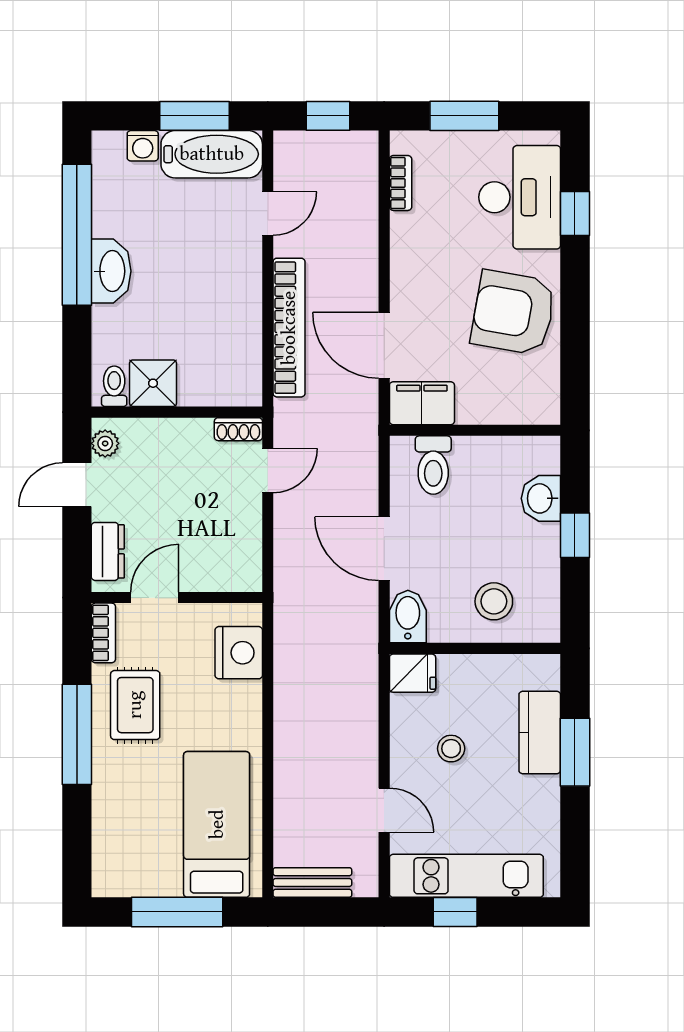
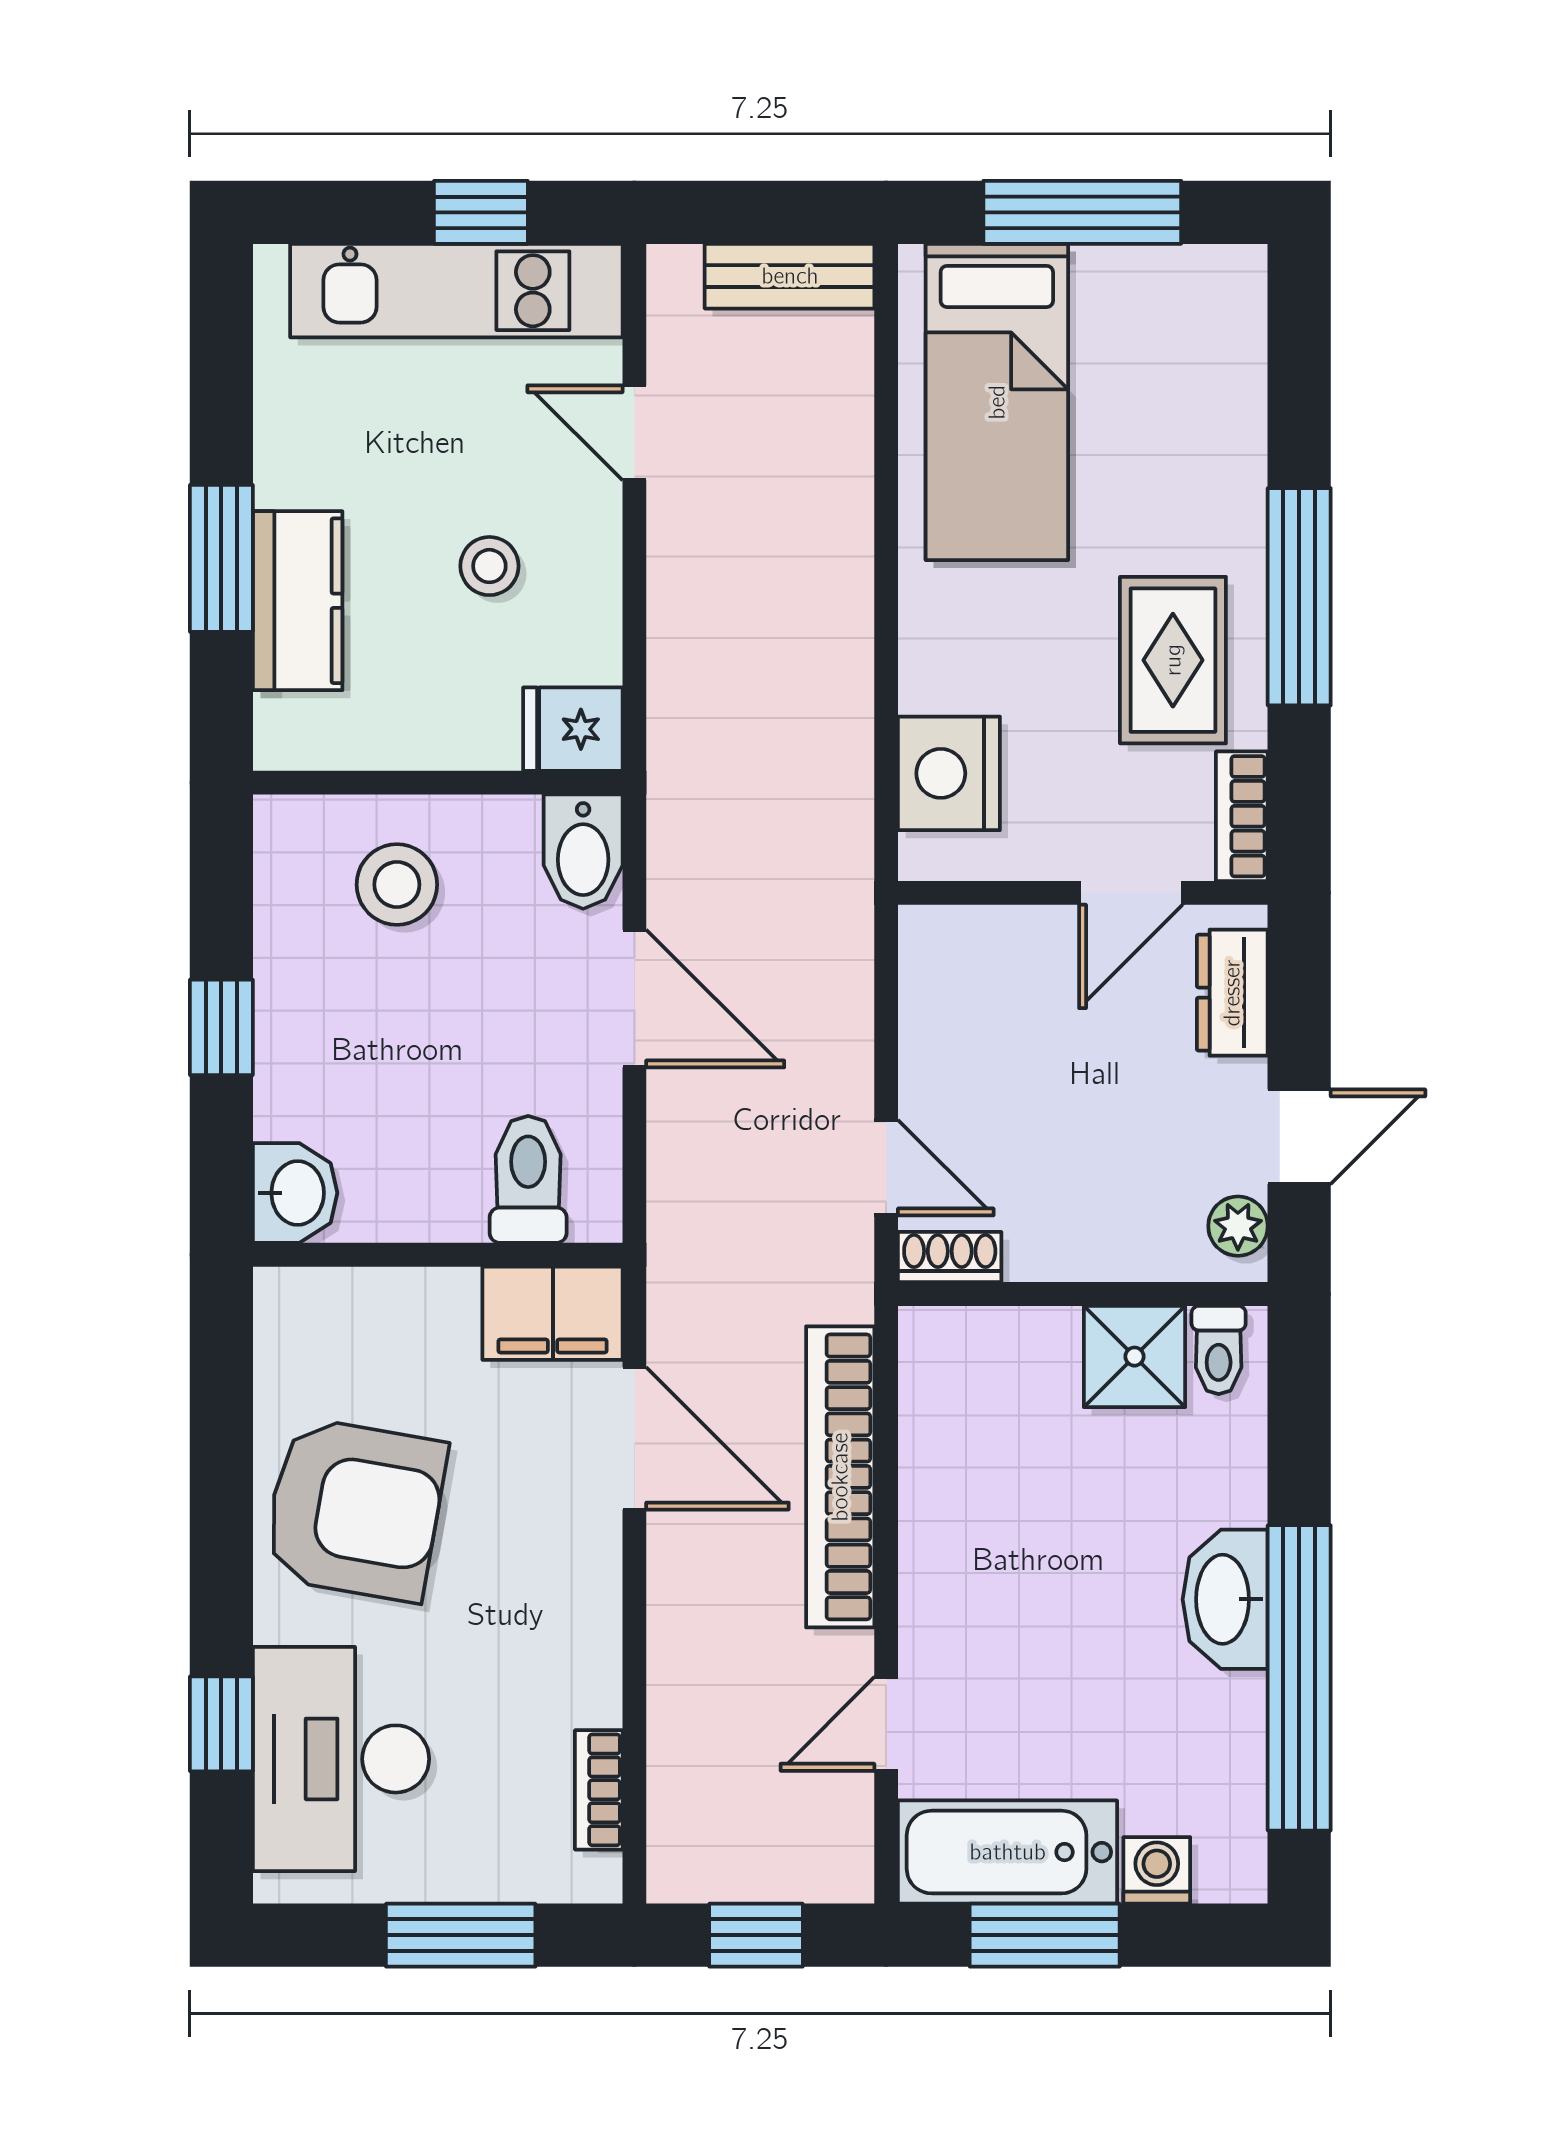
door: (268, 470) -> (886, 1168), swing flipped
washbasin: (541, 498) -> (295, 1193), moved

